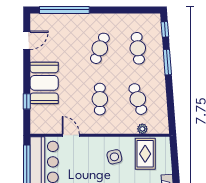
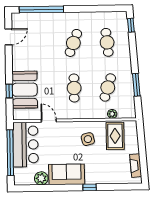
window: (167, 62) -> (136, 85), moved
booth: (44, 83) -> (25, 90), moved
cafe table: (138, 99) -> (108, 87), turned 36

